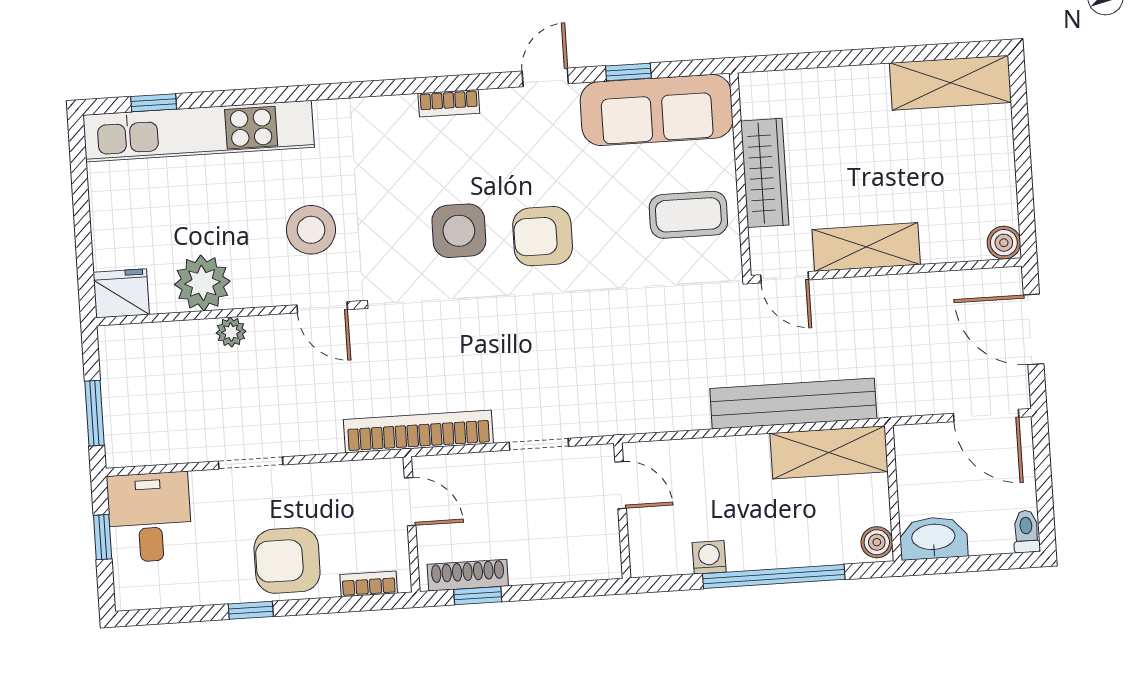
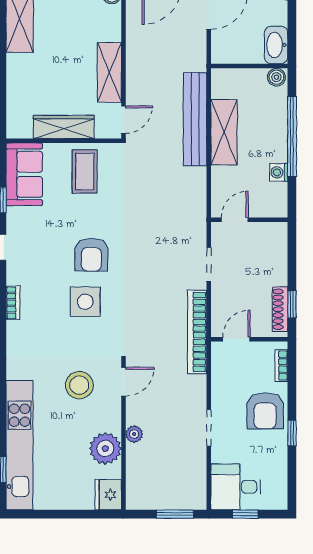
sofa: (657, 110) -> (24, 174), width x0.73
shelving: (829, 452) -> (224, 132), moved

